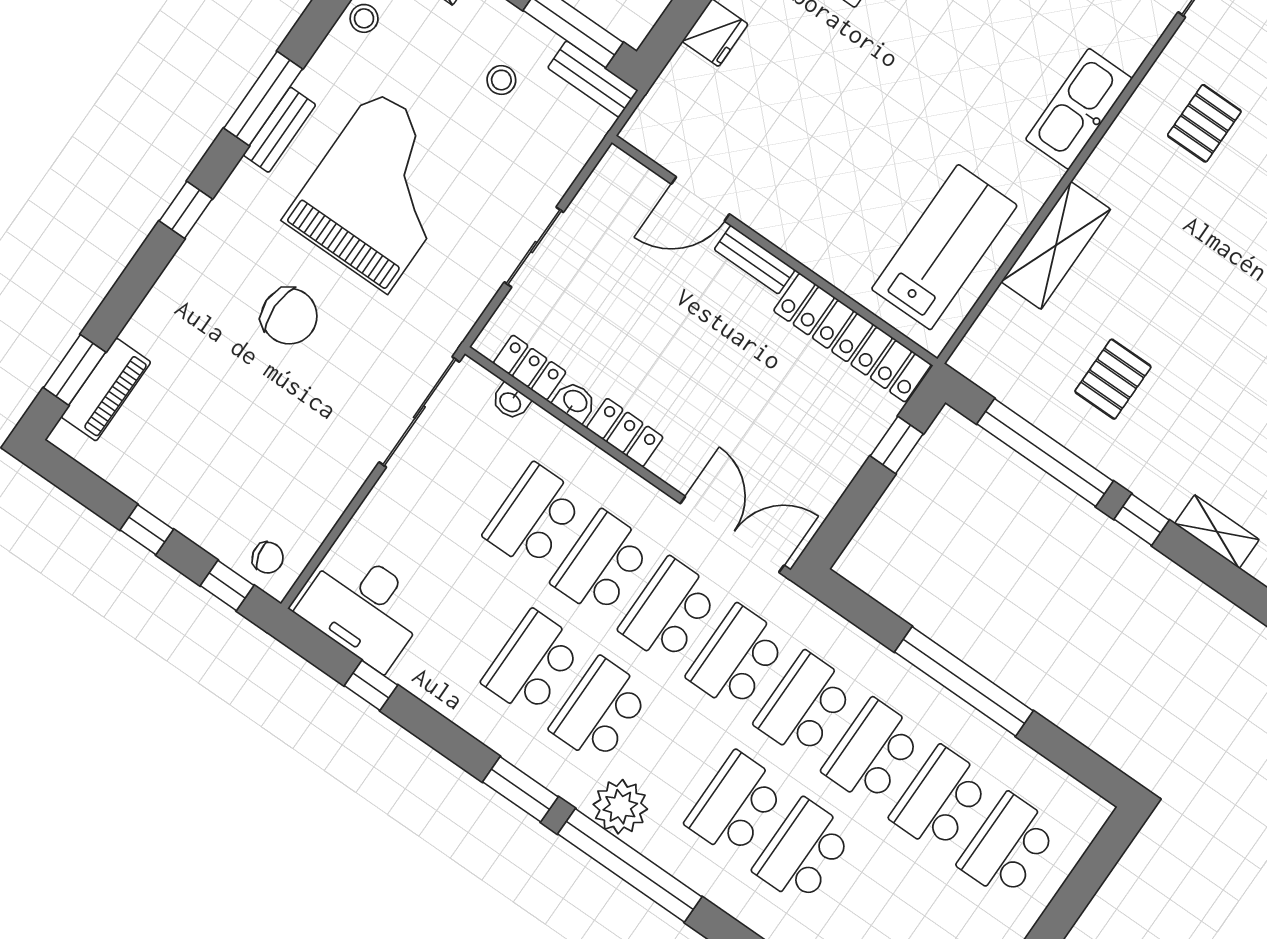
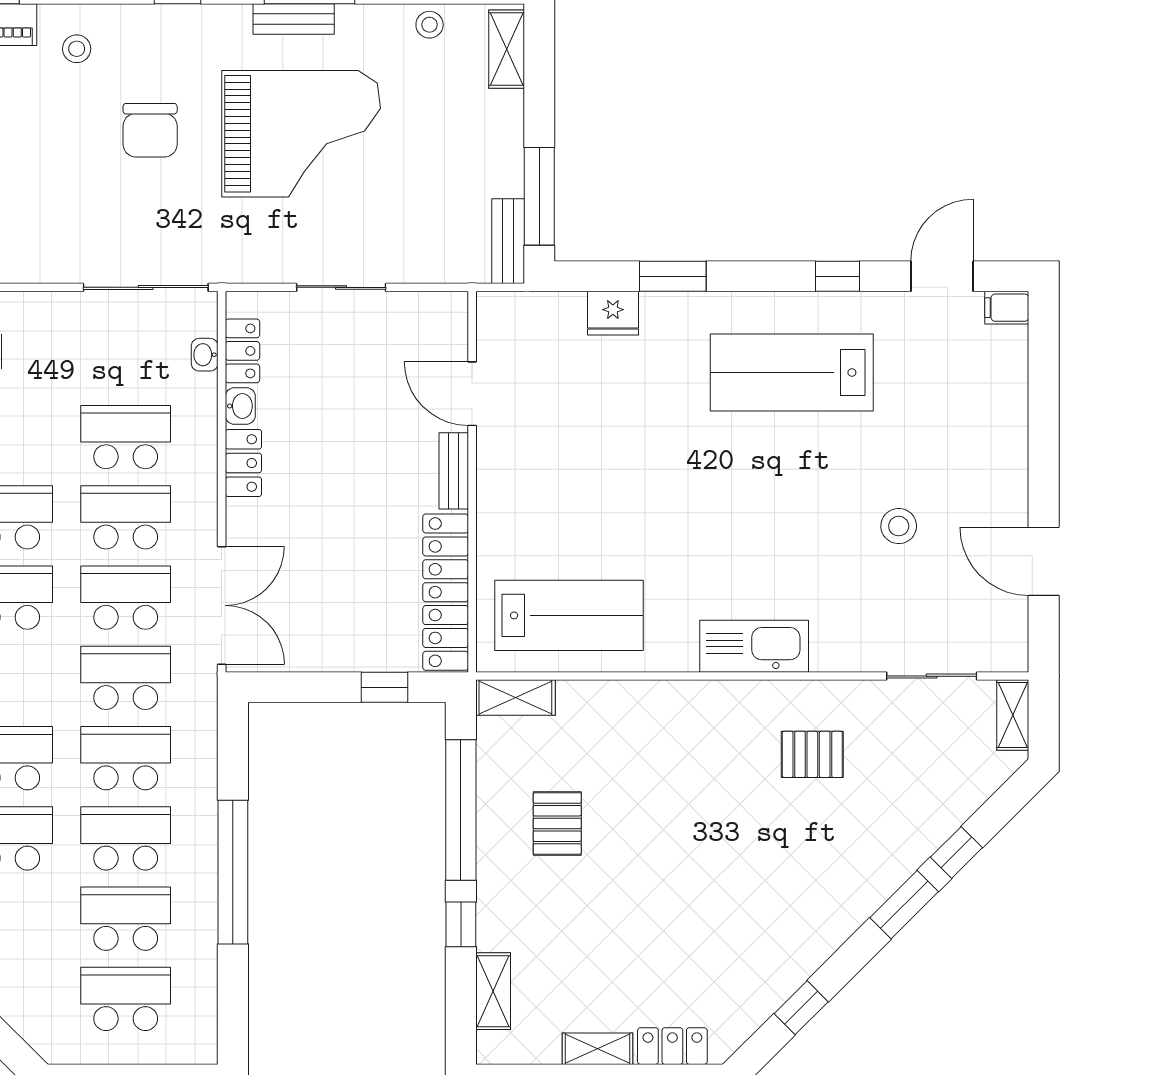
stool: (501, 80) -> (77, 49), moved
shelving: (1056, 245) -> (515, 698), moved, width x0.67, depth x0.75
pallet: (1113, 379) -> (557, 823), turned 90

